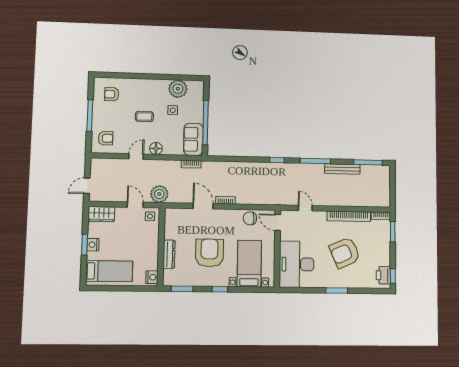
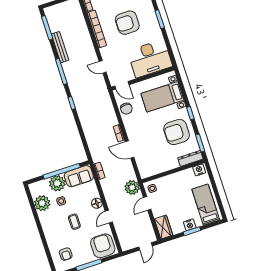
plant: (194, 113) -> (57, 183), added
armchair: (106, 138) -> (103, 246), width x1.88, depth x1.88
door: (136, 156) -> (109, 217), hinge flipped
door: (87, 186) -> (145, 246), hinge flipped
door: (203, 206) -> (130, 149), hinge flipped
door: (305, 208) -> (103, 67), hinge flipped
door: (278, 222) -> (122, 85), hinge flipped
armchair: (209, 253) -> (177, 132), moved
armchair: (345, 253) -> (127, 23), turned 114
dresser: (169, 254) -> (190, 158), moved

